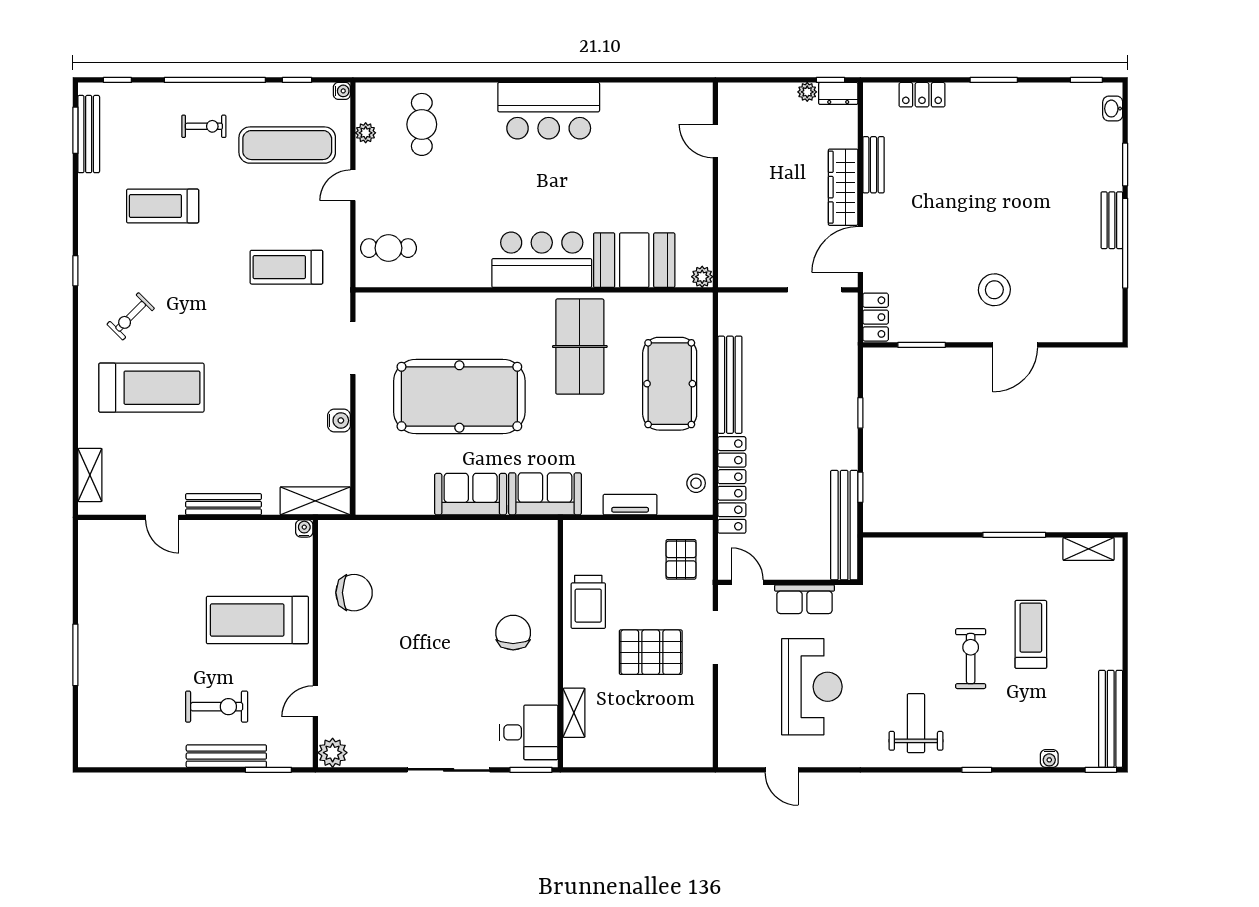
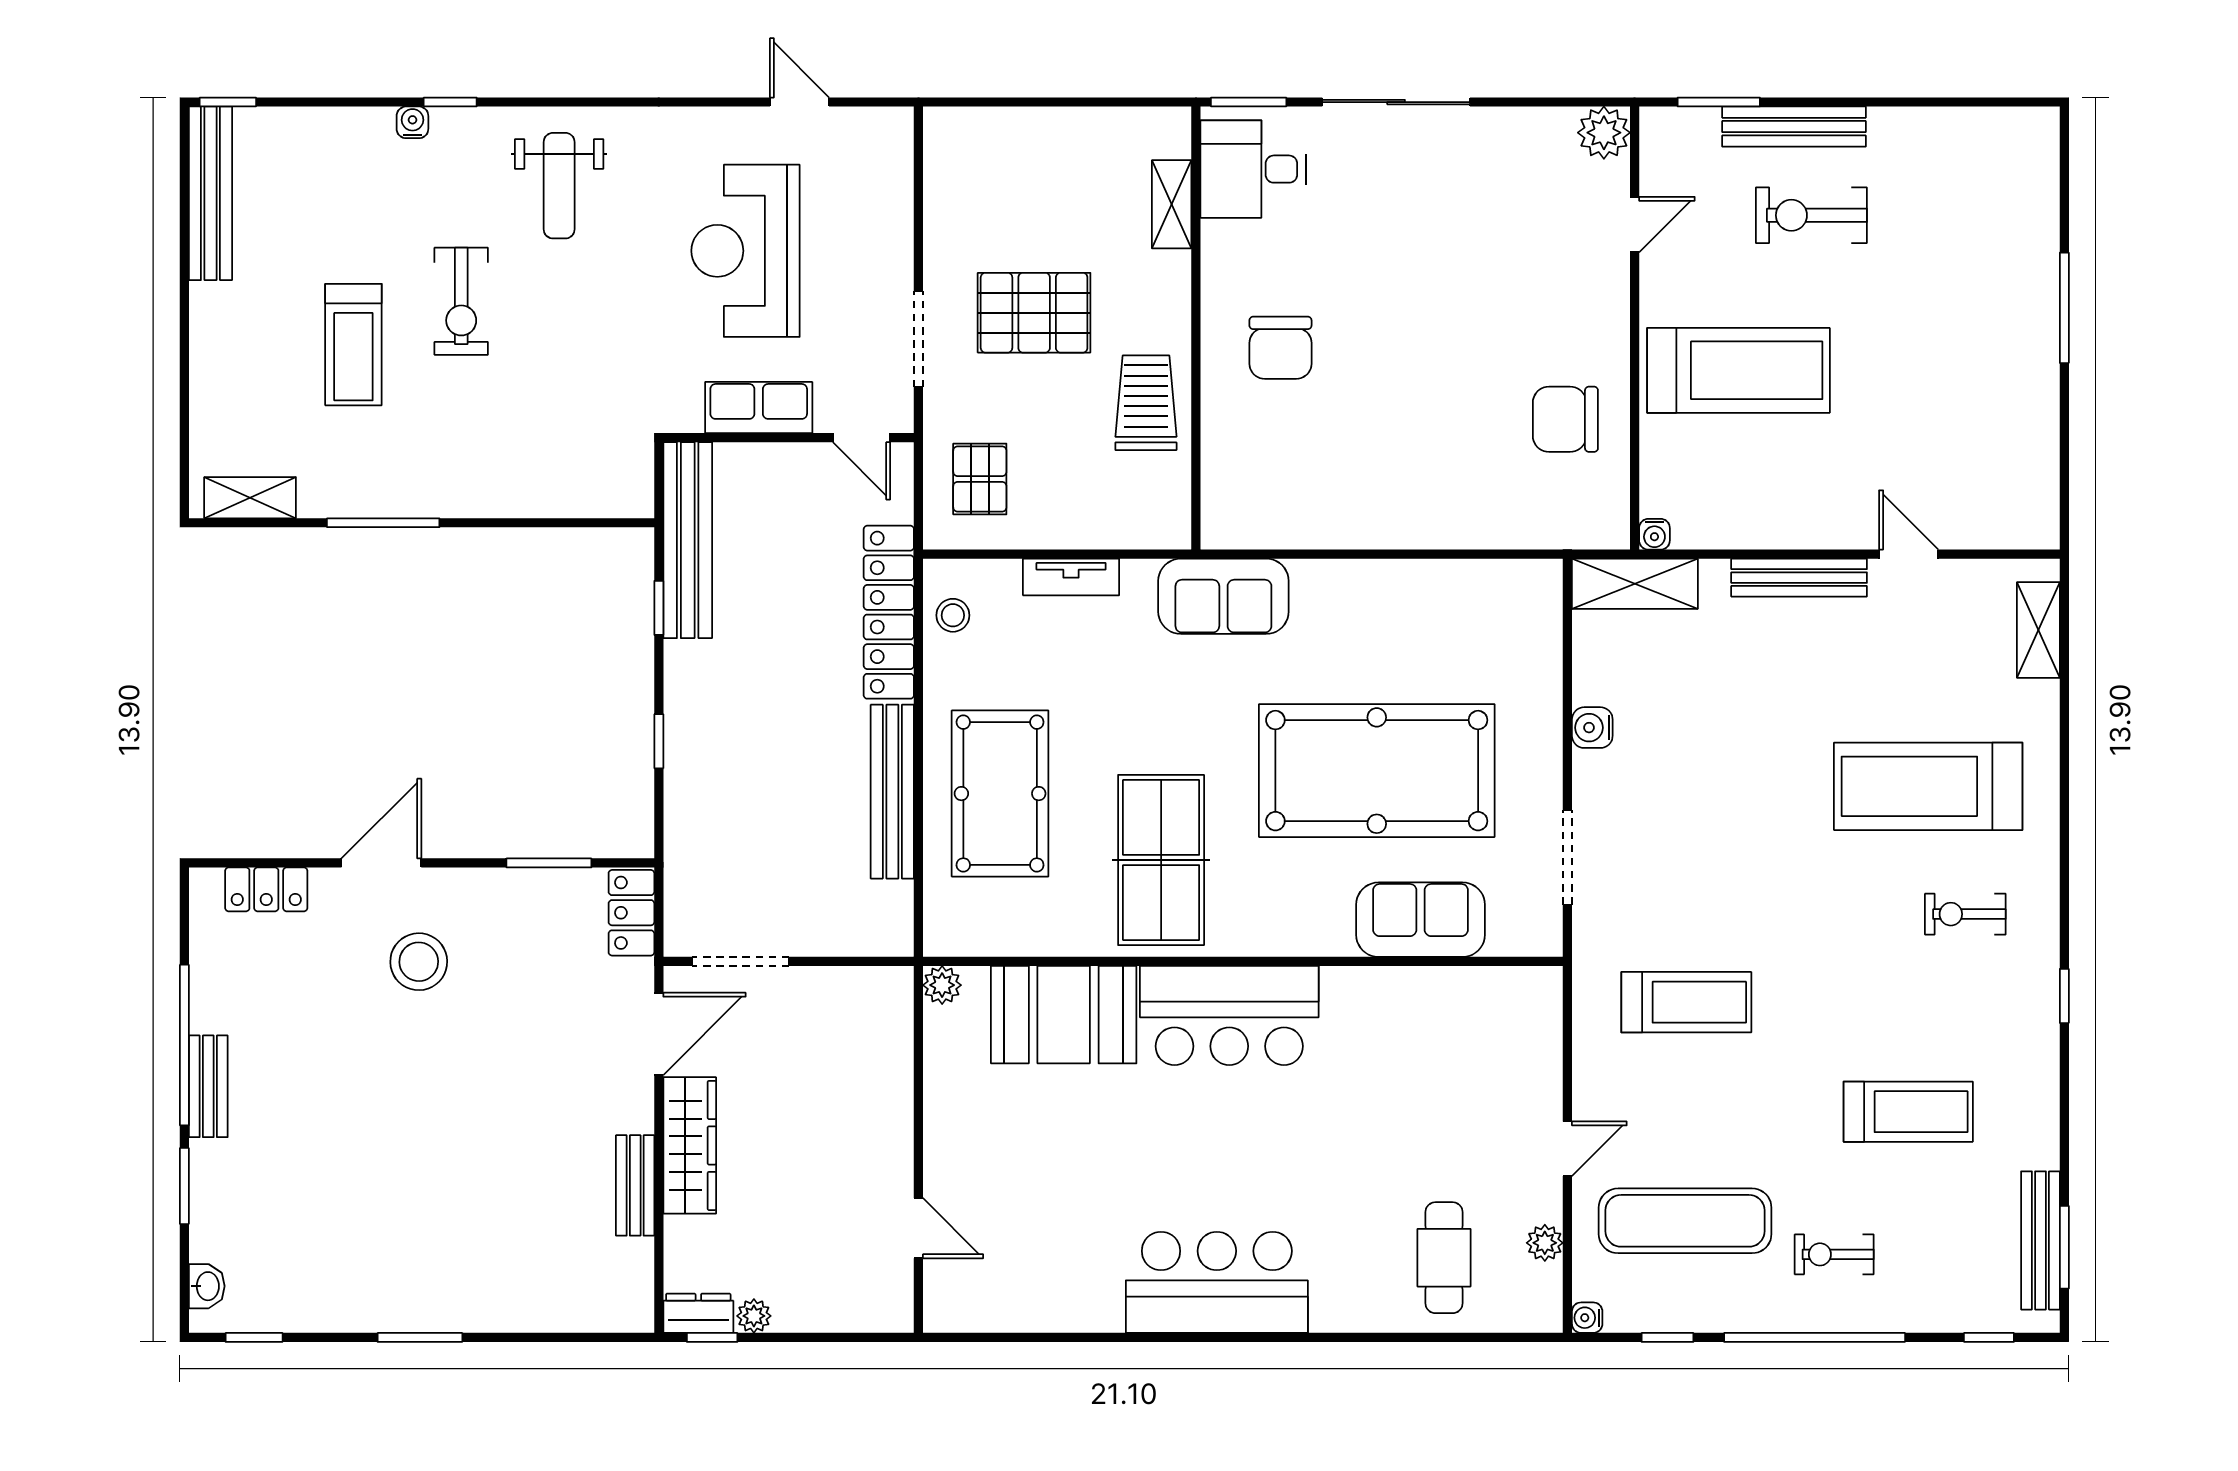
locker: (922, 95) -> (266, 889), moved, turned 180
cafe table: (389, 248) -> (1504, 1036), removed
exercise bike: (131, 316) -> (1965, 914), turned -135
sofa: (471, 494) -> (1421, 920), moved, turned 180
water cooler: (1049, 758) -> (412, 122), moved

